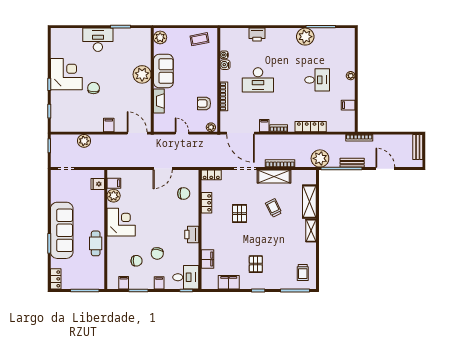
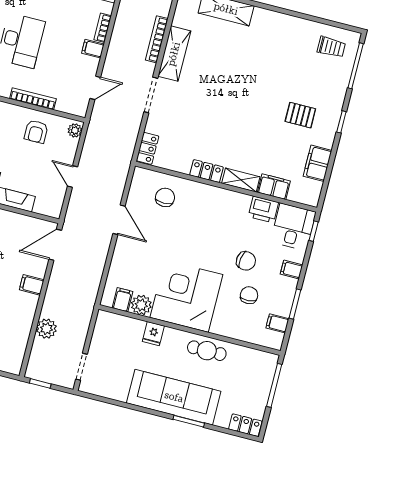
door: (182, 133) -> (73, 177), hinge flipped
door: (240, 133) -> (95, 88), width x0.53
fridge: (98, 184) -> (153, 334), moved
locker: (207, 203) -> (206, 171), moved
trolley: (274, 208) -> (222, 66), removed
pallet: (239, 214) -> (217, 120), removed
corner desk: (121, 222) -> (186, 296), width x1.36, depth x1.36
shelving: (311, 231) -> (241, 180), moved
printer: (192, 235) -> (263, 209), moved

